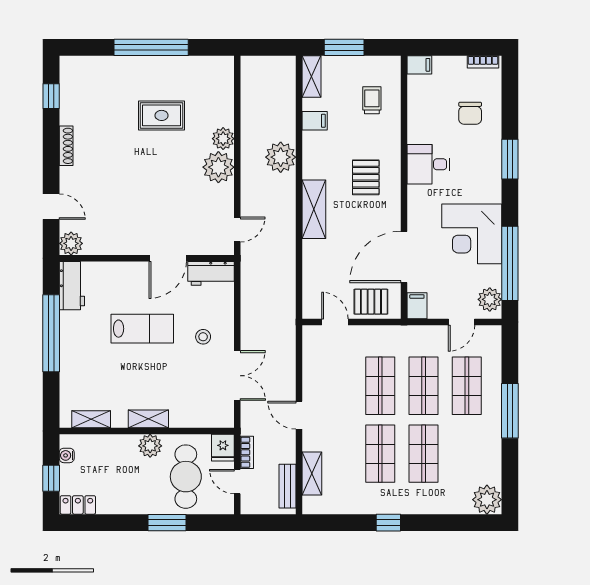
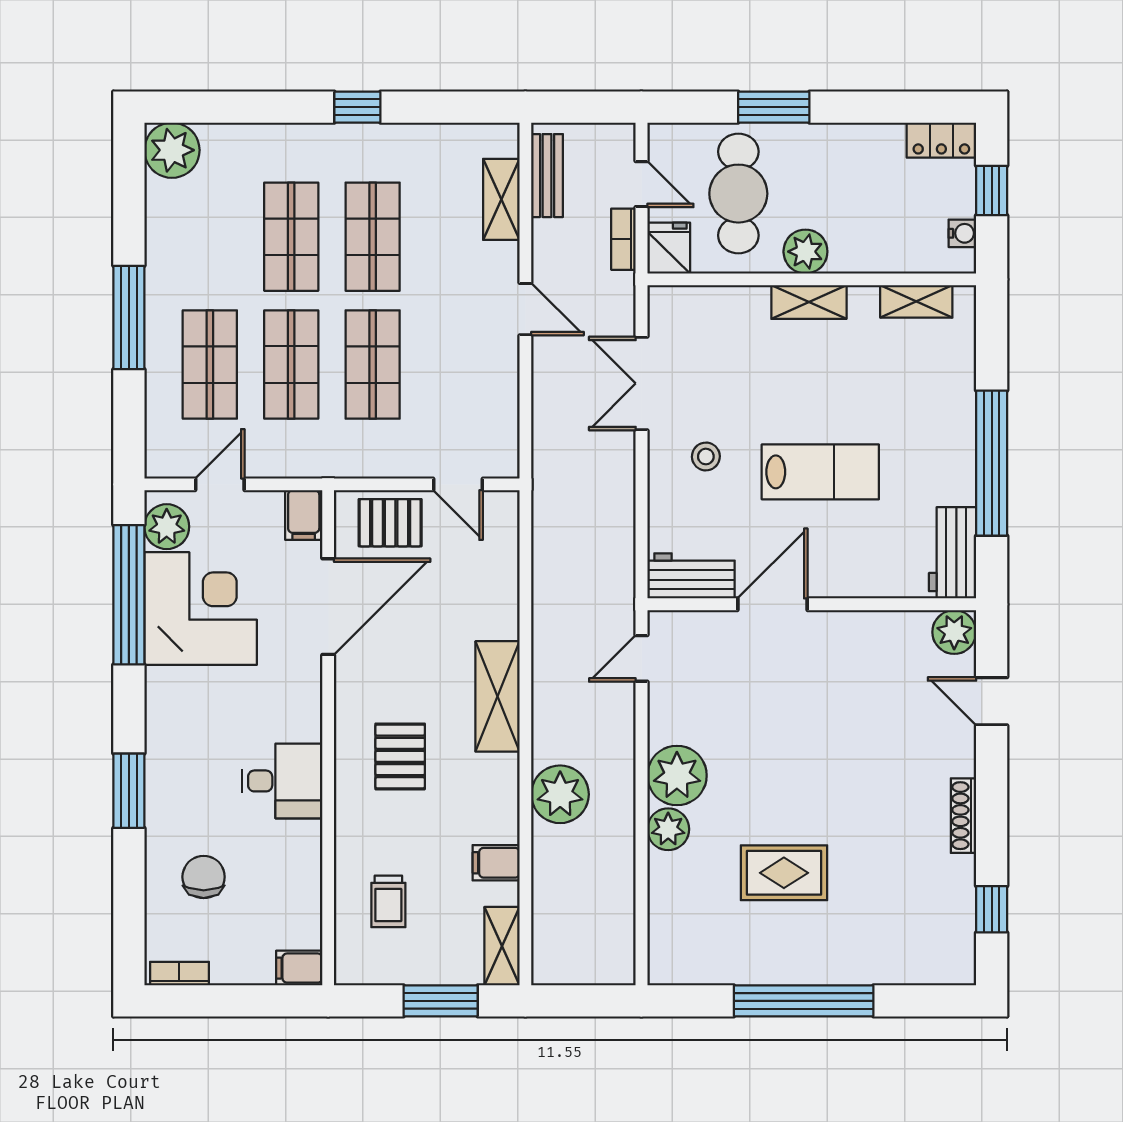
corner desk: (472, 234) -> (201, 608), moved
lab bench: (142, 329) -> (820, 472), turned 180

